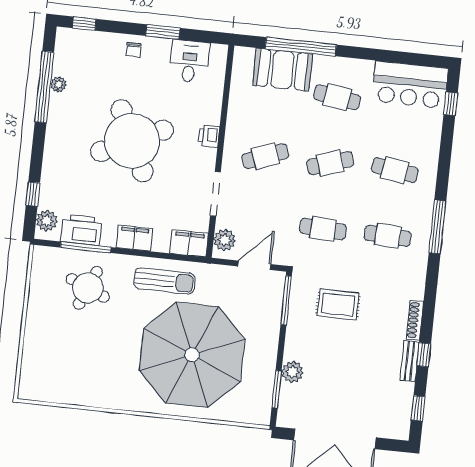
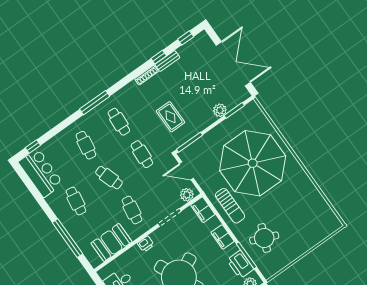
booth: (283, 70) -> (111, 242), moved, turned 90
cafe table: (265, 156) -> (132, 210), turned 30
sun lounger: (164, 281) -> (230, 206), turned 180

